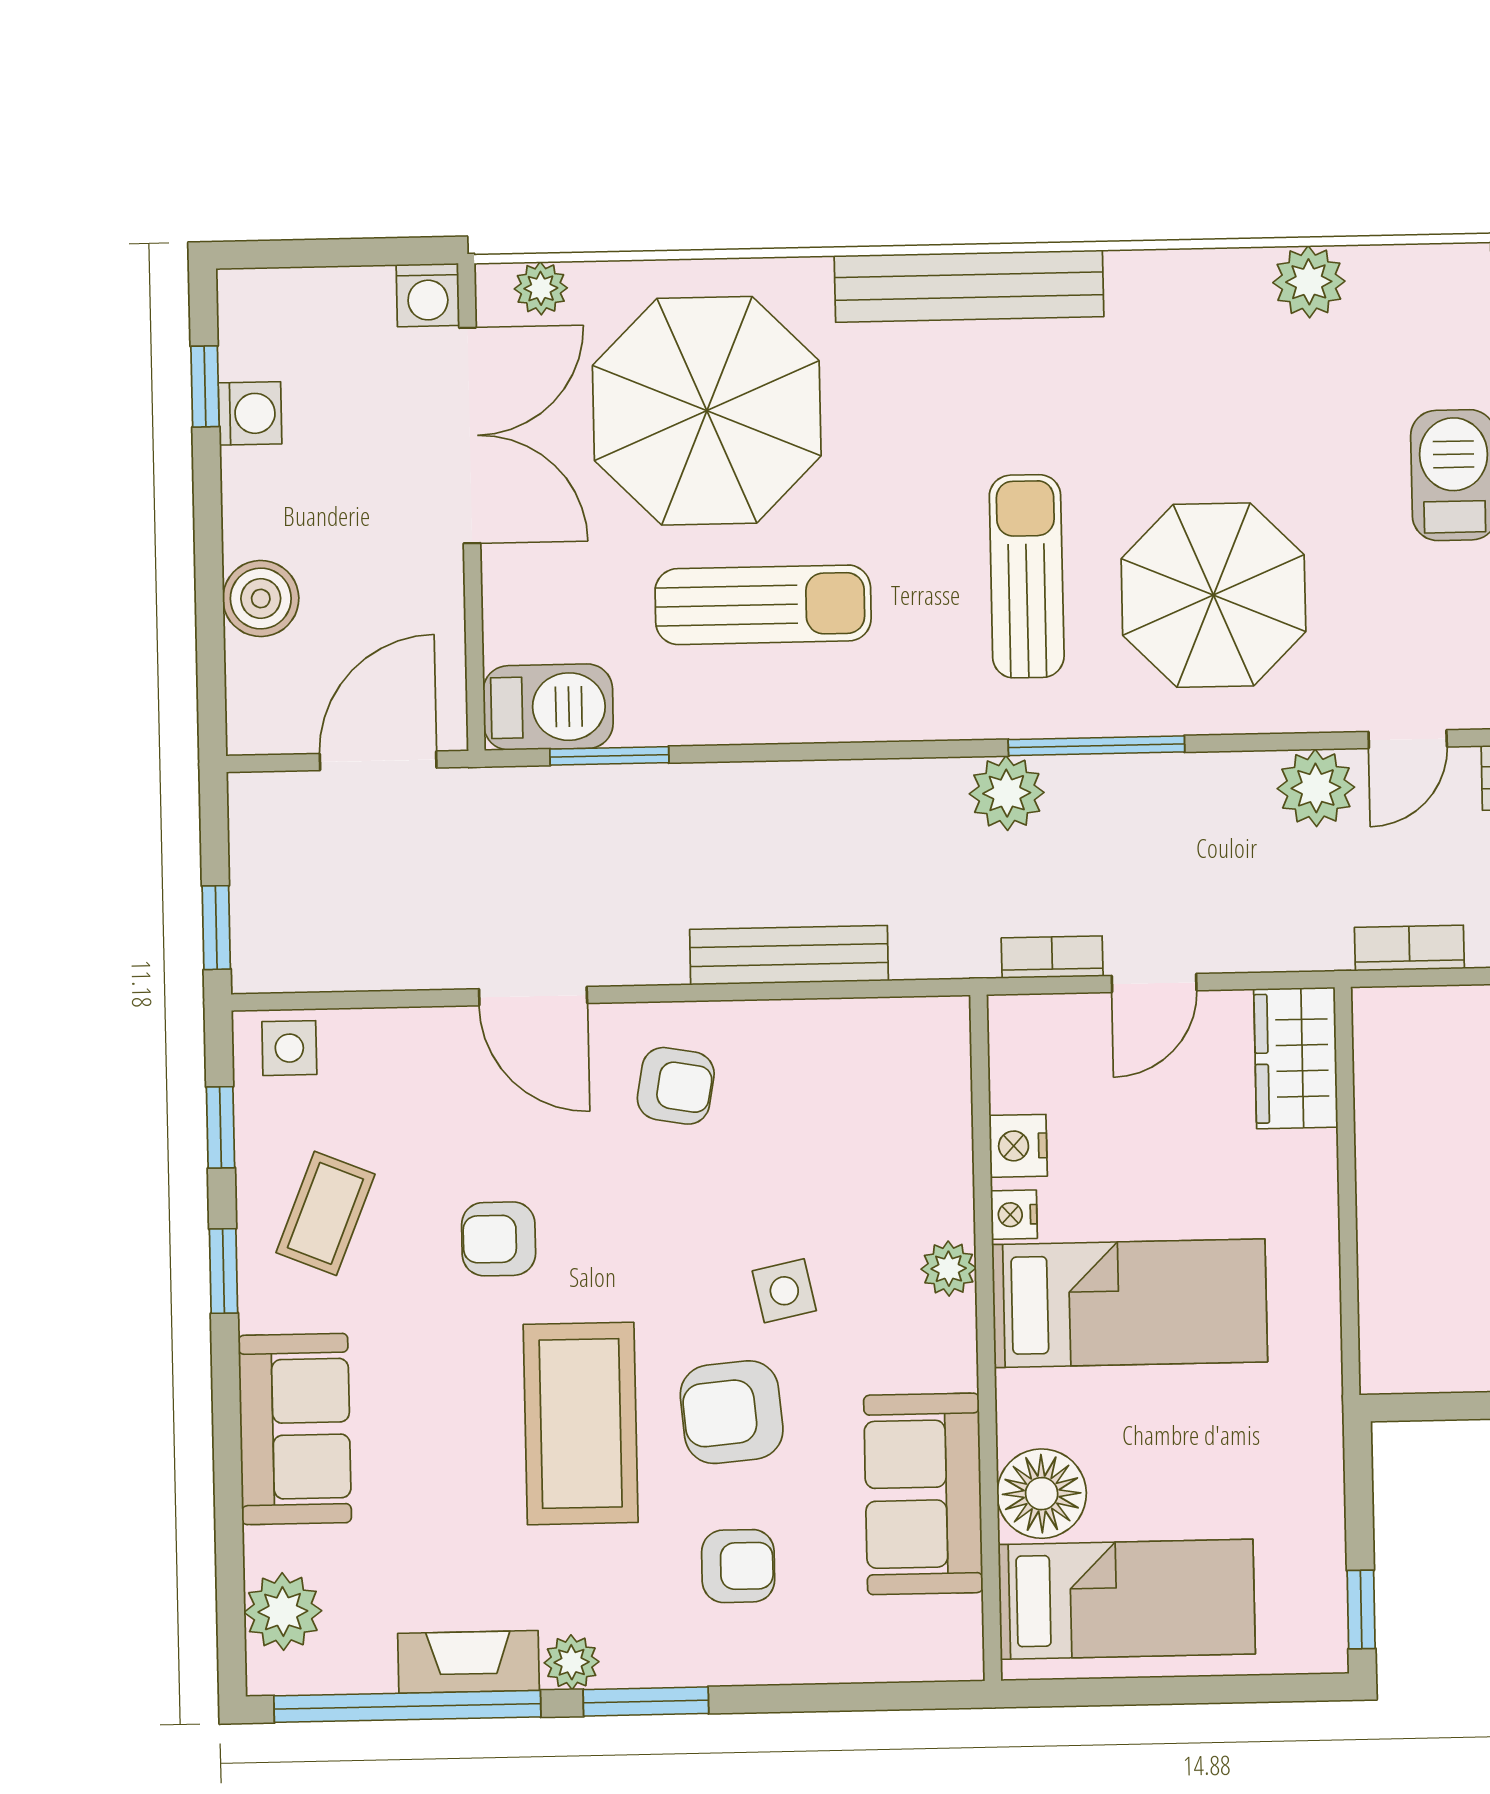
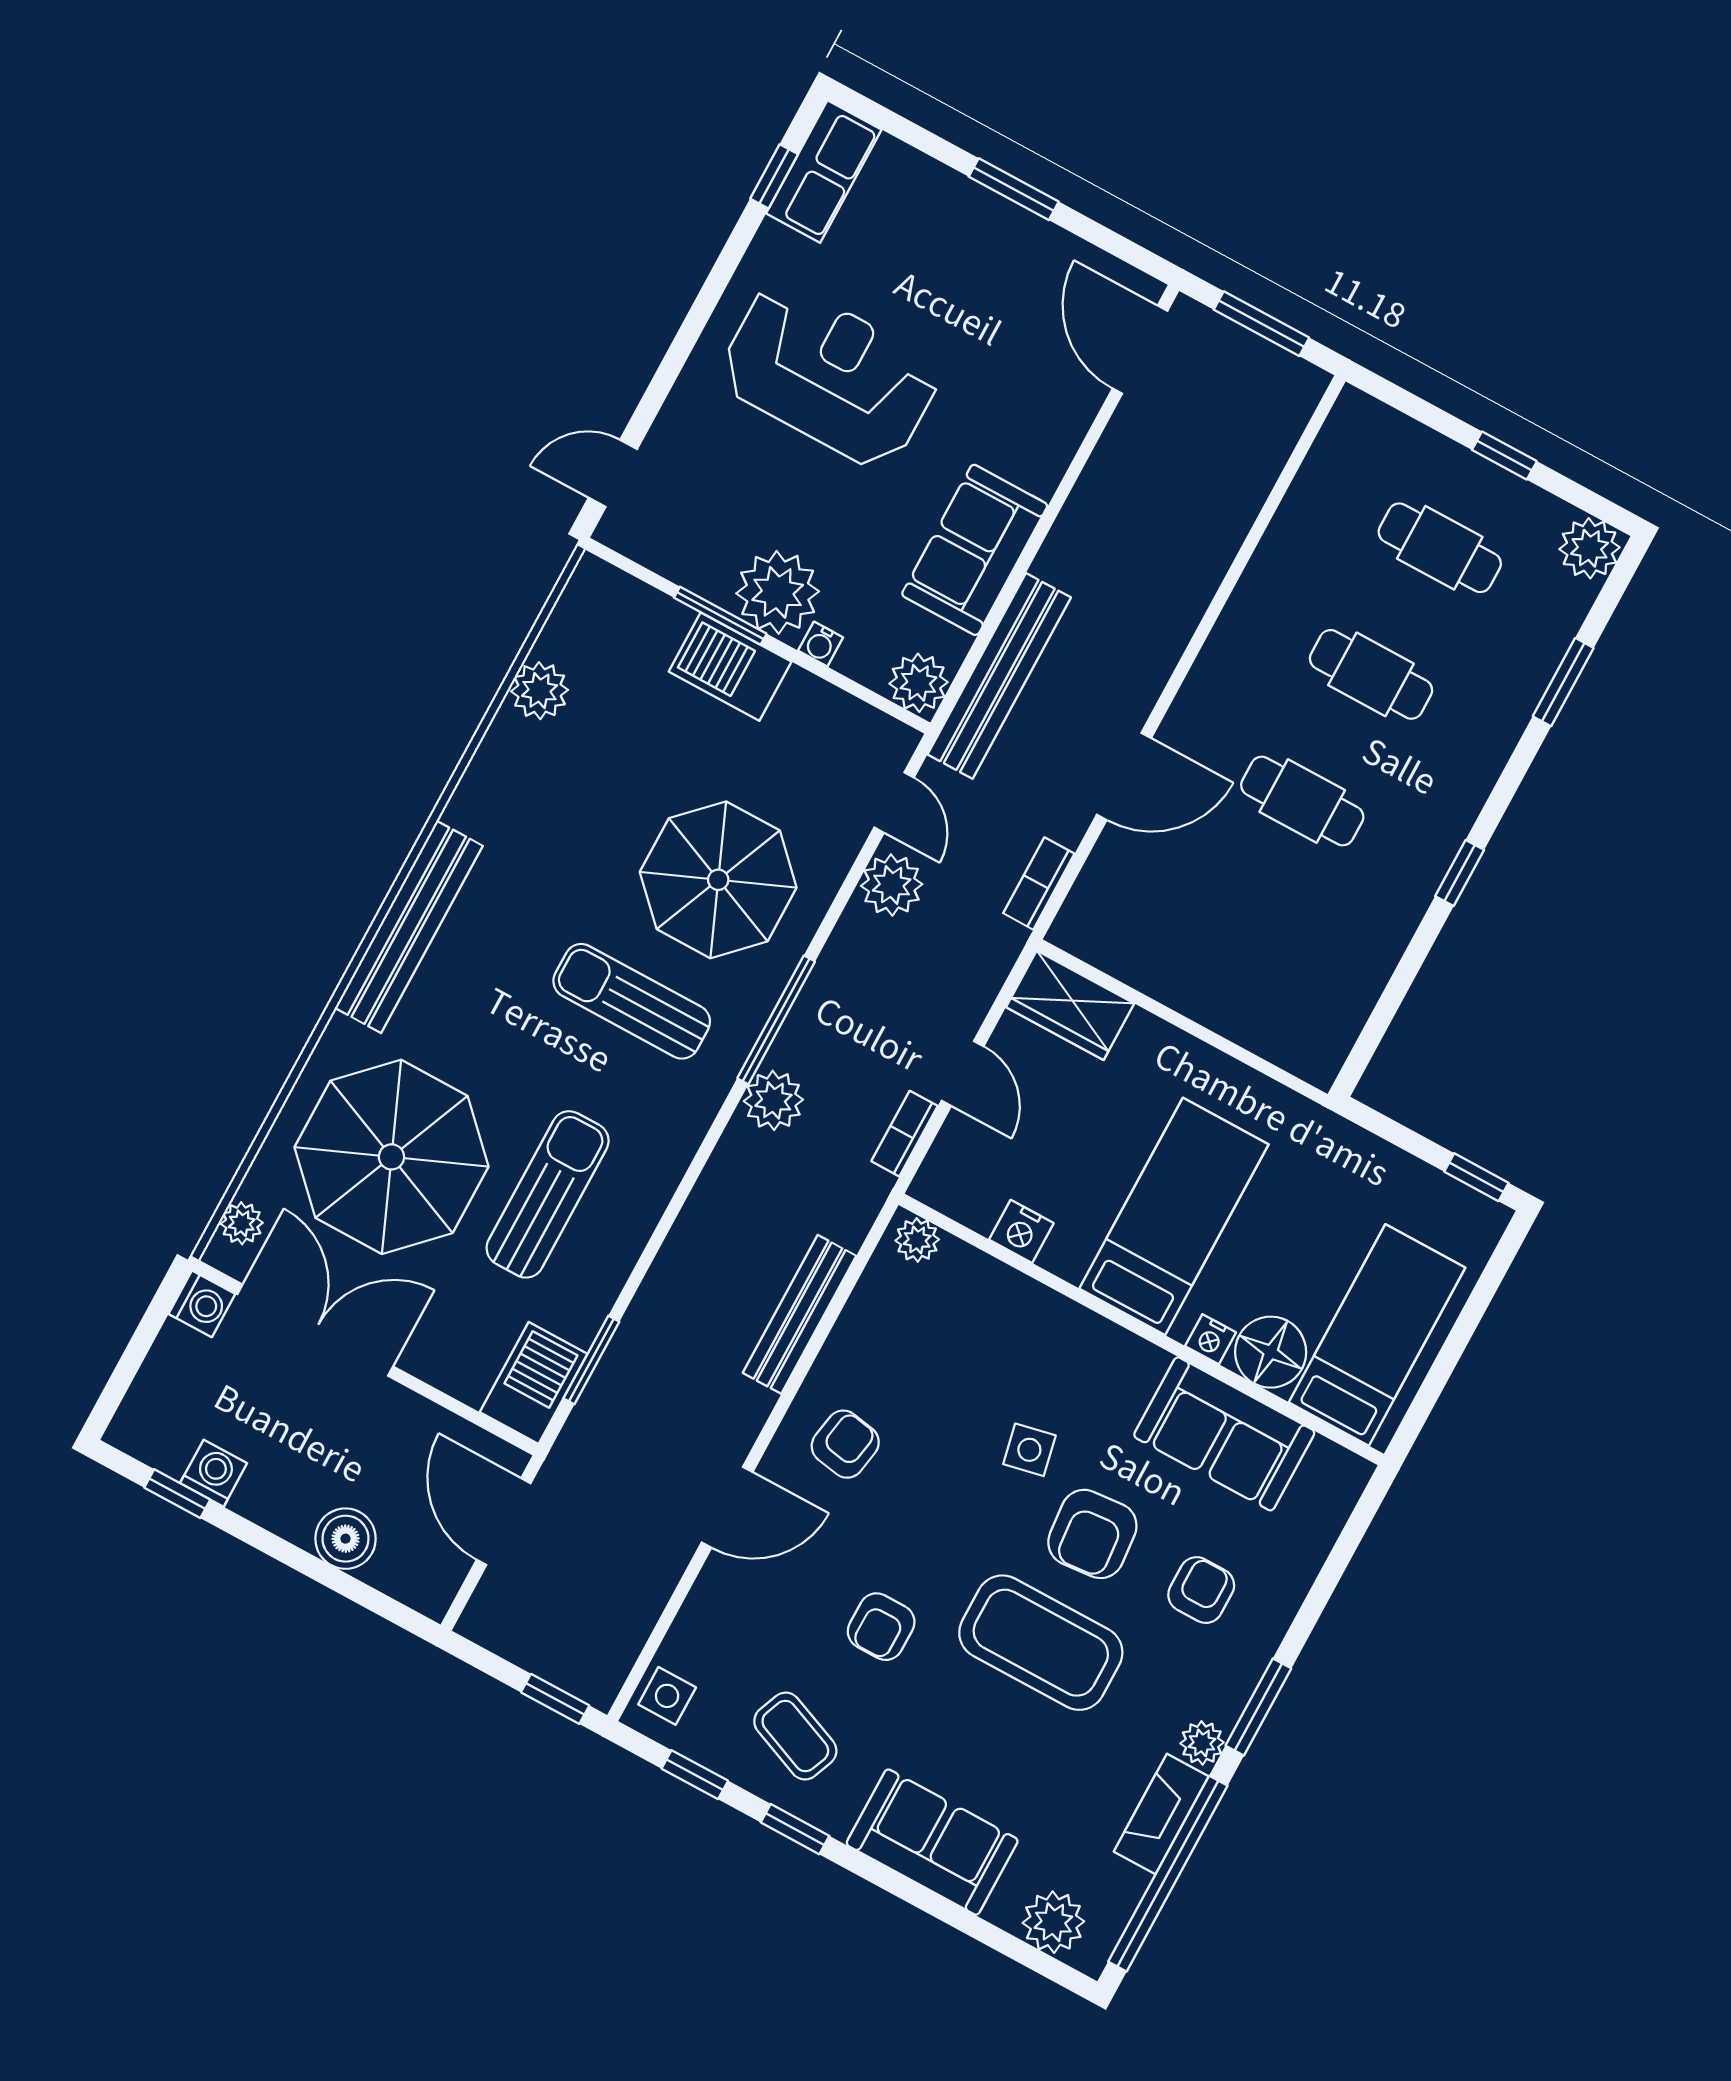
nightstand: (1014, 1215) -> (1211, 1339), moved
plant: (949, 1269) -> (917, 1240), moved

